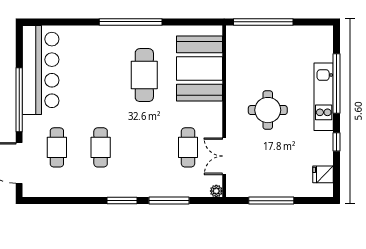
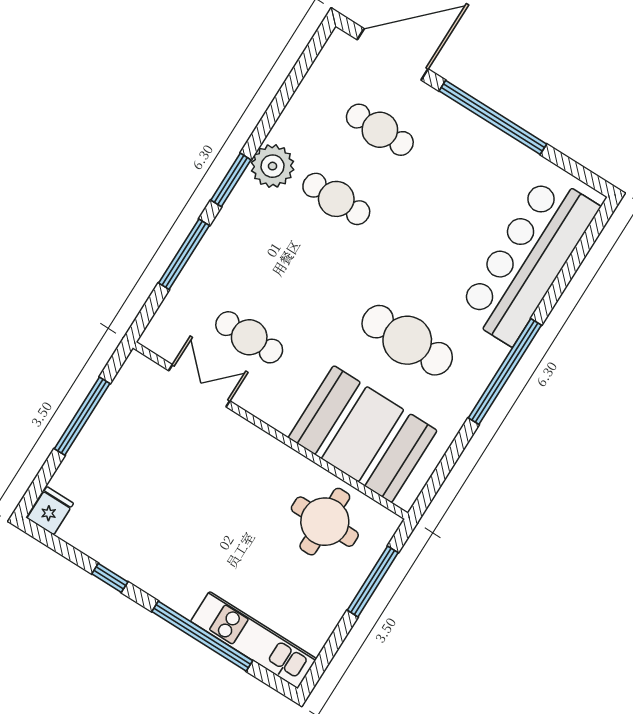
window: (263, 22) -> (373, 581), width x0.68
bar counter: (41, 70) -> (528, 259), moved, turned 90
kitchen unit: (324, 97) -> (254, 640), moved
round table: (268, 110) -> (325, 522), moved
fridge: (323, 174) -> (50, 511), moved
plant: (216, 191) -> (273, 166), moved, width x1.87, depth x1.87

